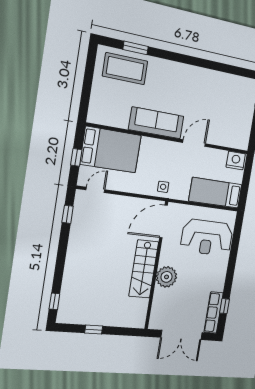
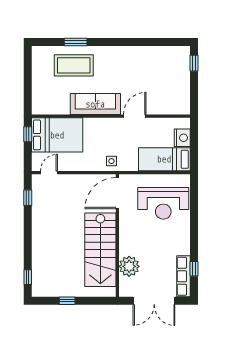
window: (136, 48) -> (76, 42), moved
coffee table: (125, 69) -> (74, 65), moved
window: (76, 157) -> (28, 134), moved
nightstand: (236, 161) -> (182, 138), moved, turned 90
stairs: (144, 269) -> (100, 250), width x1.36, depth x1.51
plant: (167, 277) -> (129, 266), moved

